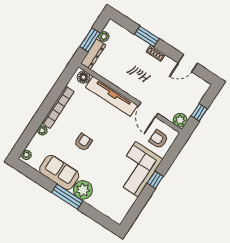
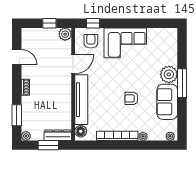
window: (147, 36) -> (17, 115), moved
plant: (104, 37) -> (26, 136), moved
armchair: (159, 139) -> (91, 41), turned 180
window: (155, 180) -> (93, 23), moved

